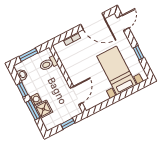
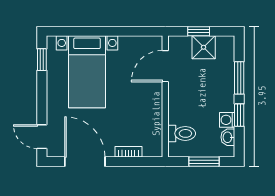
door: (123, 23) -> (42, 137), hinge flipped
window: (138, 53) -> (42, 60), moved
washing machine: (36, 99) -> (227, 120), moved
shower: (43, 109) -> (204, 47), moved

